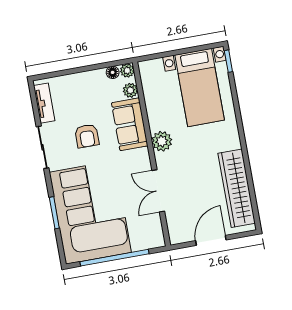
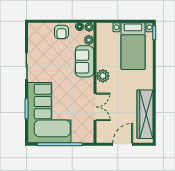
tv unit: (44, 103) -> (33, 38), removed
armchair: (87, 136) -> (61, 32), moved
double door: (158, 191) -> (95, 107), swing flipped

